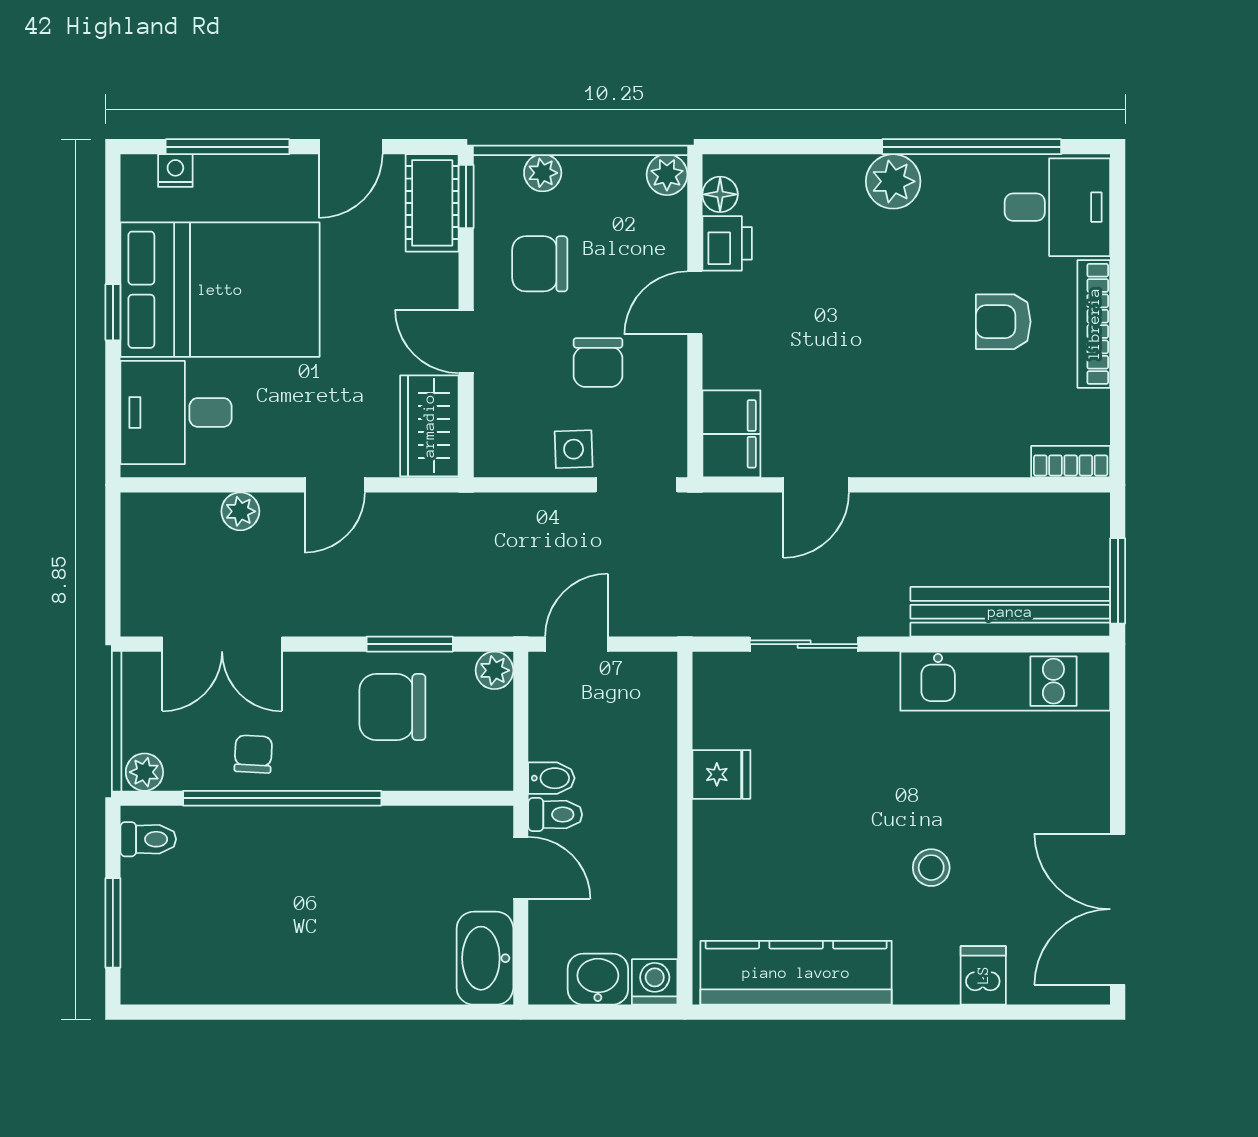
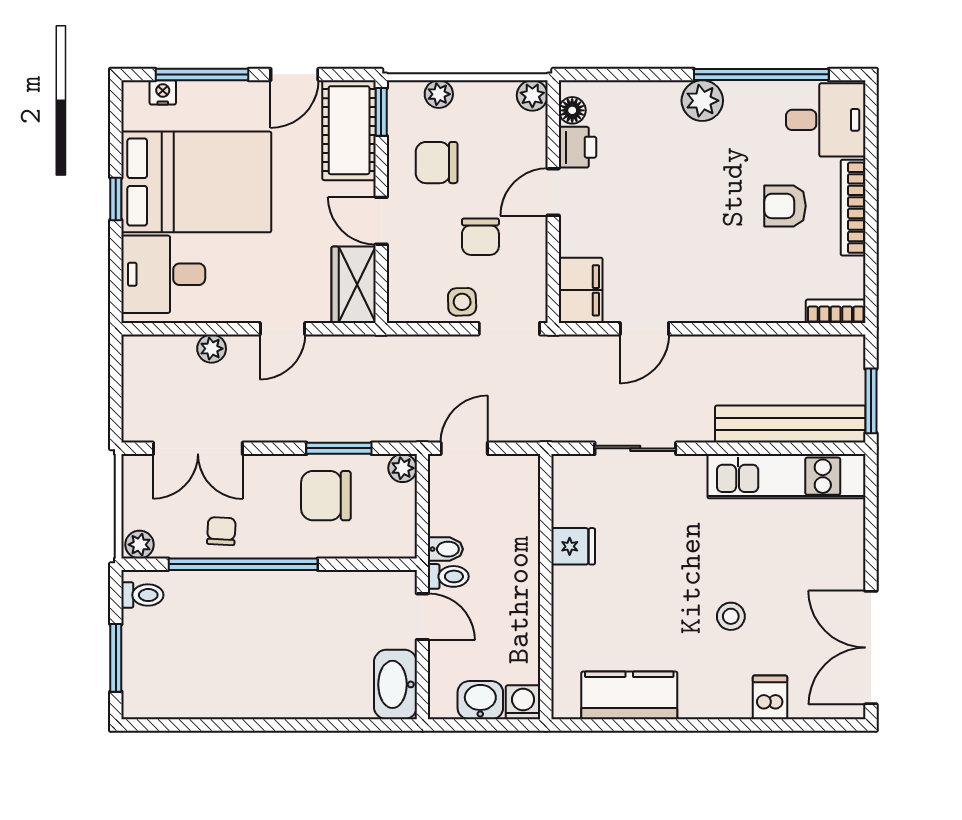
cot: (432, 203) -> (349, 130), width x1.37, depth x1.34
kitchen counter: (796, 973) -> (629, 695), width x0.67

